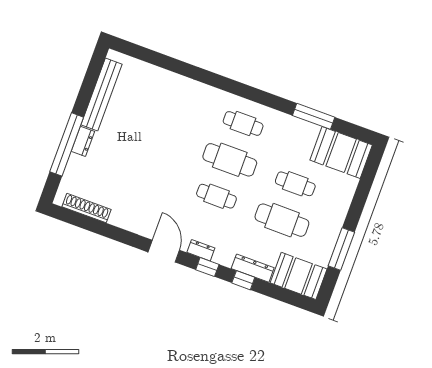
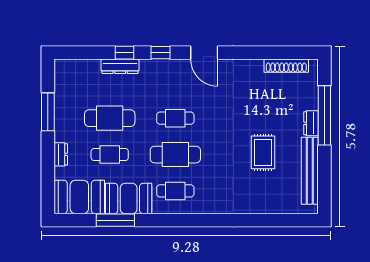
rug: (141, 130) -> (263, 152), added
dresser: (201, 250) -> (61, 154), moved, turned -90
booth: (299, 276) -> (129, 198), moved

